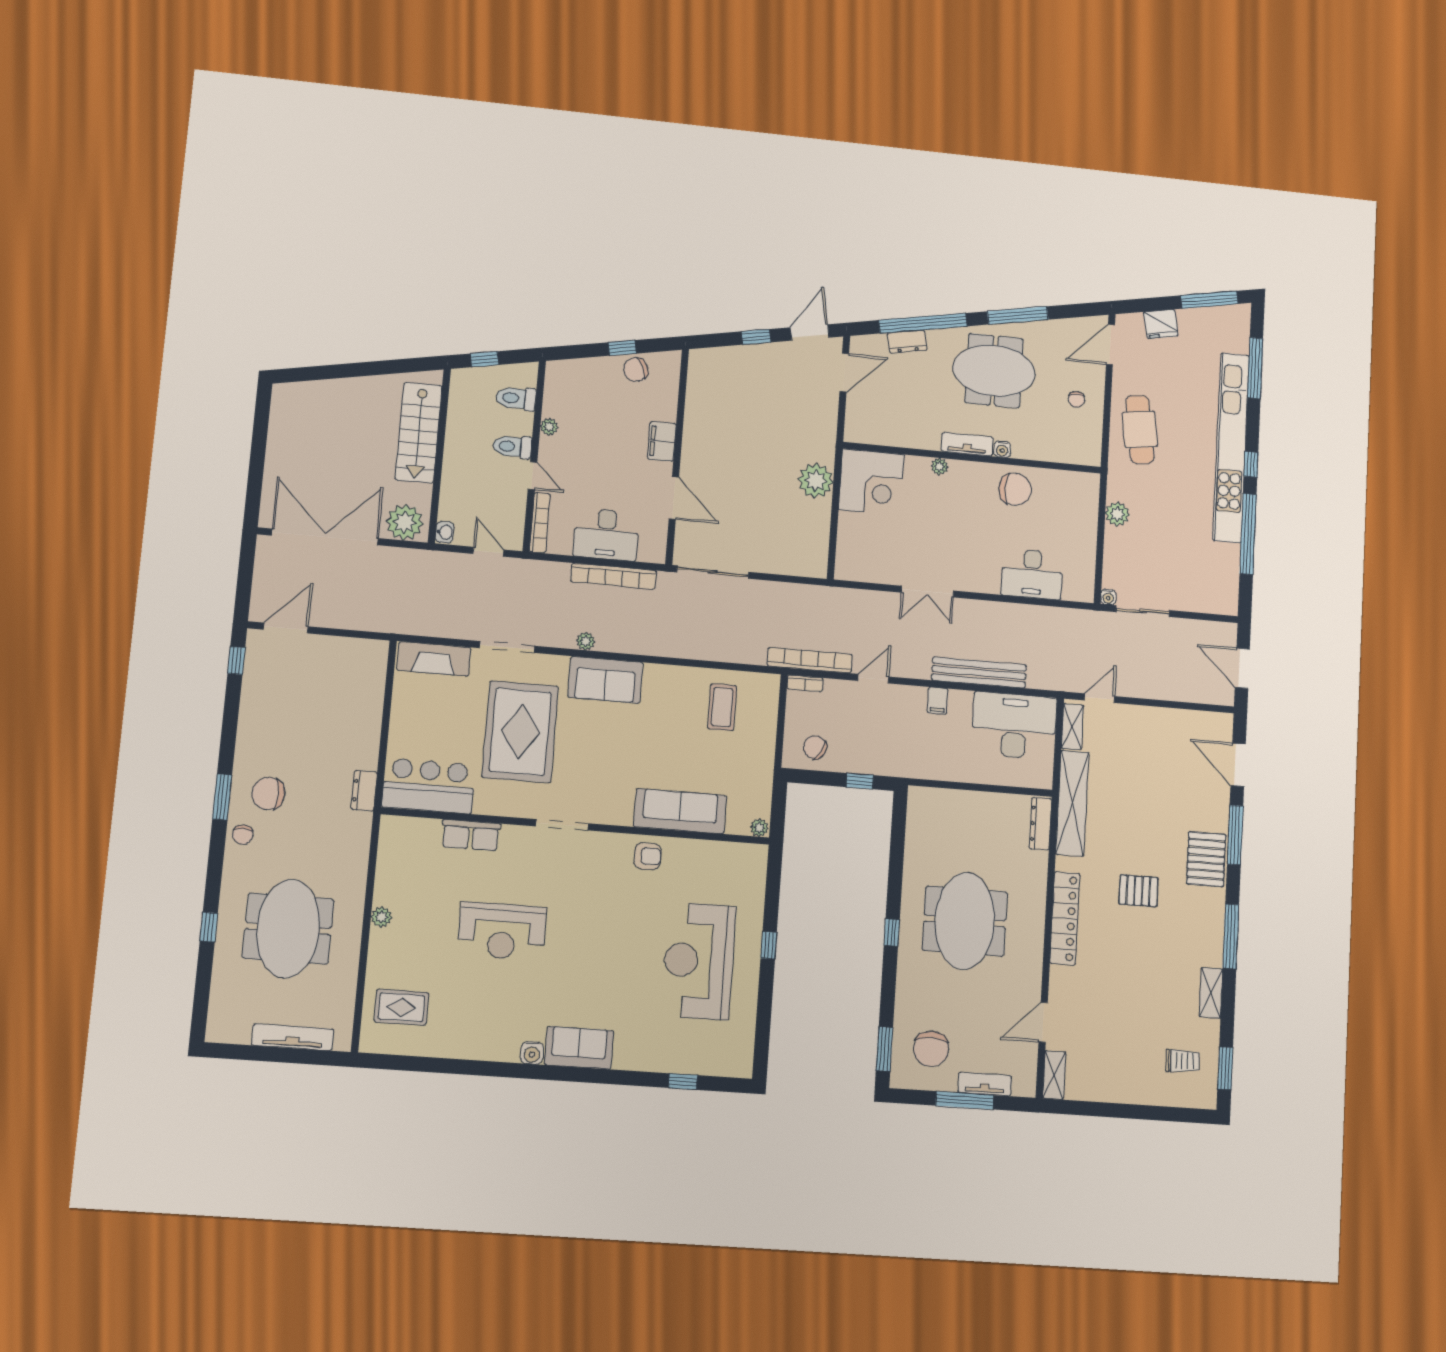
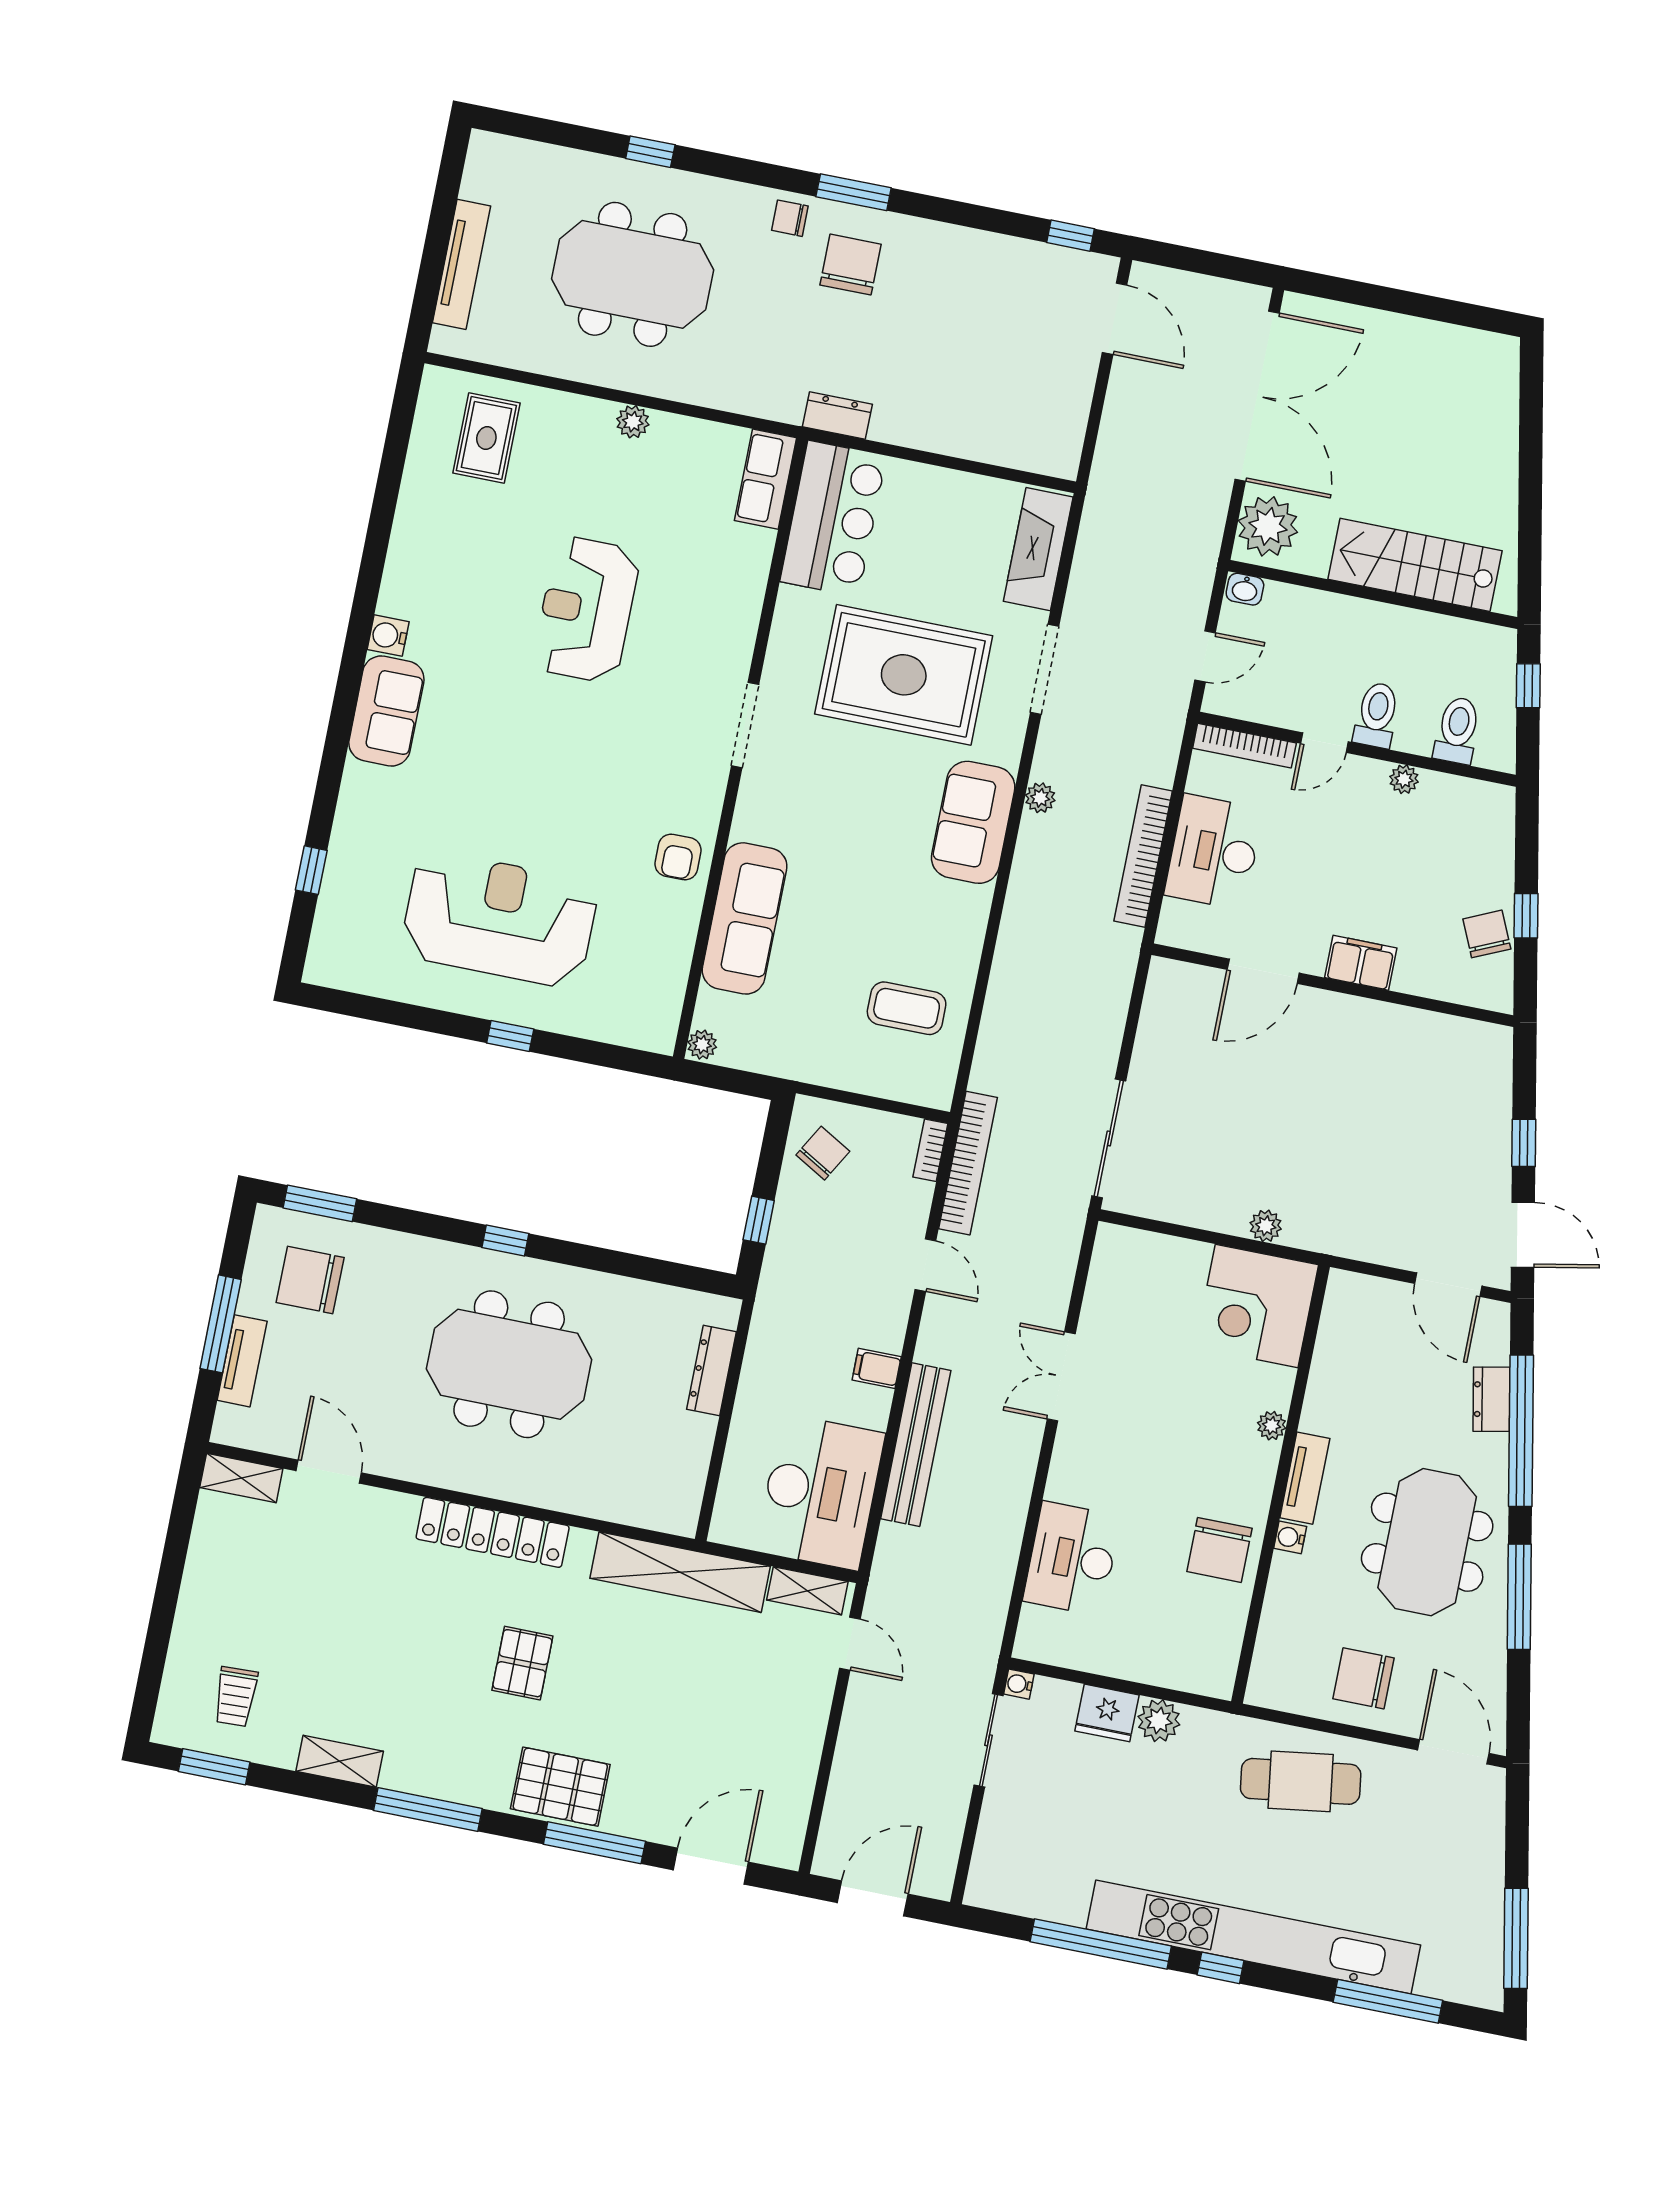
fridge: (1161, 324) -> (1107, 1713), moved, turned -79
chair: (1076, 399) -> (1363, 1678), width x1.87, depth x1.87
plant: (816, 481) -> (1266, 1226), width x0.53, depth x0.53
sliding door: (713, 572) -> (1109, 1138), moved
dresser: (1040, 824) -> (711, 1371), moved, turned -90
row of seats: (471, 835) -> (765, 479), moved

